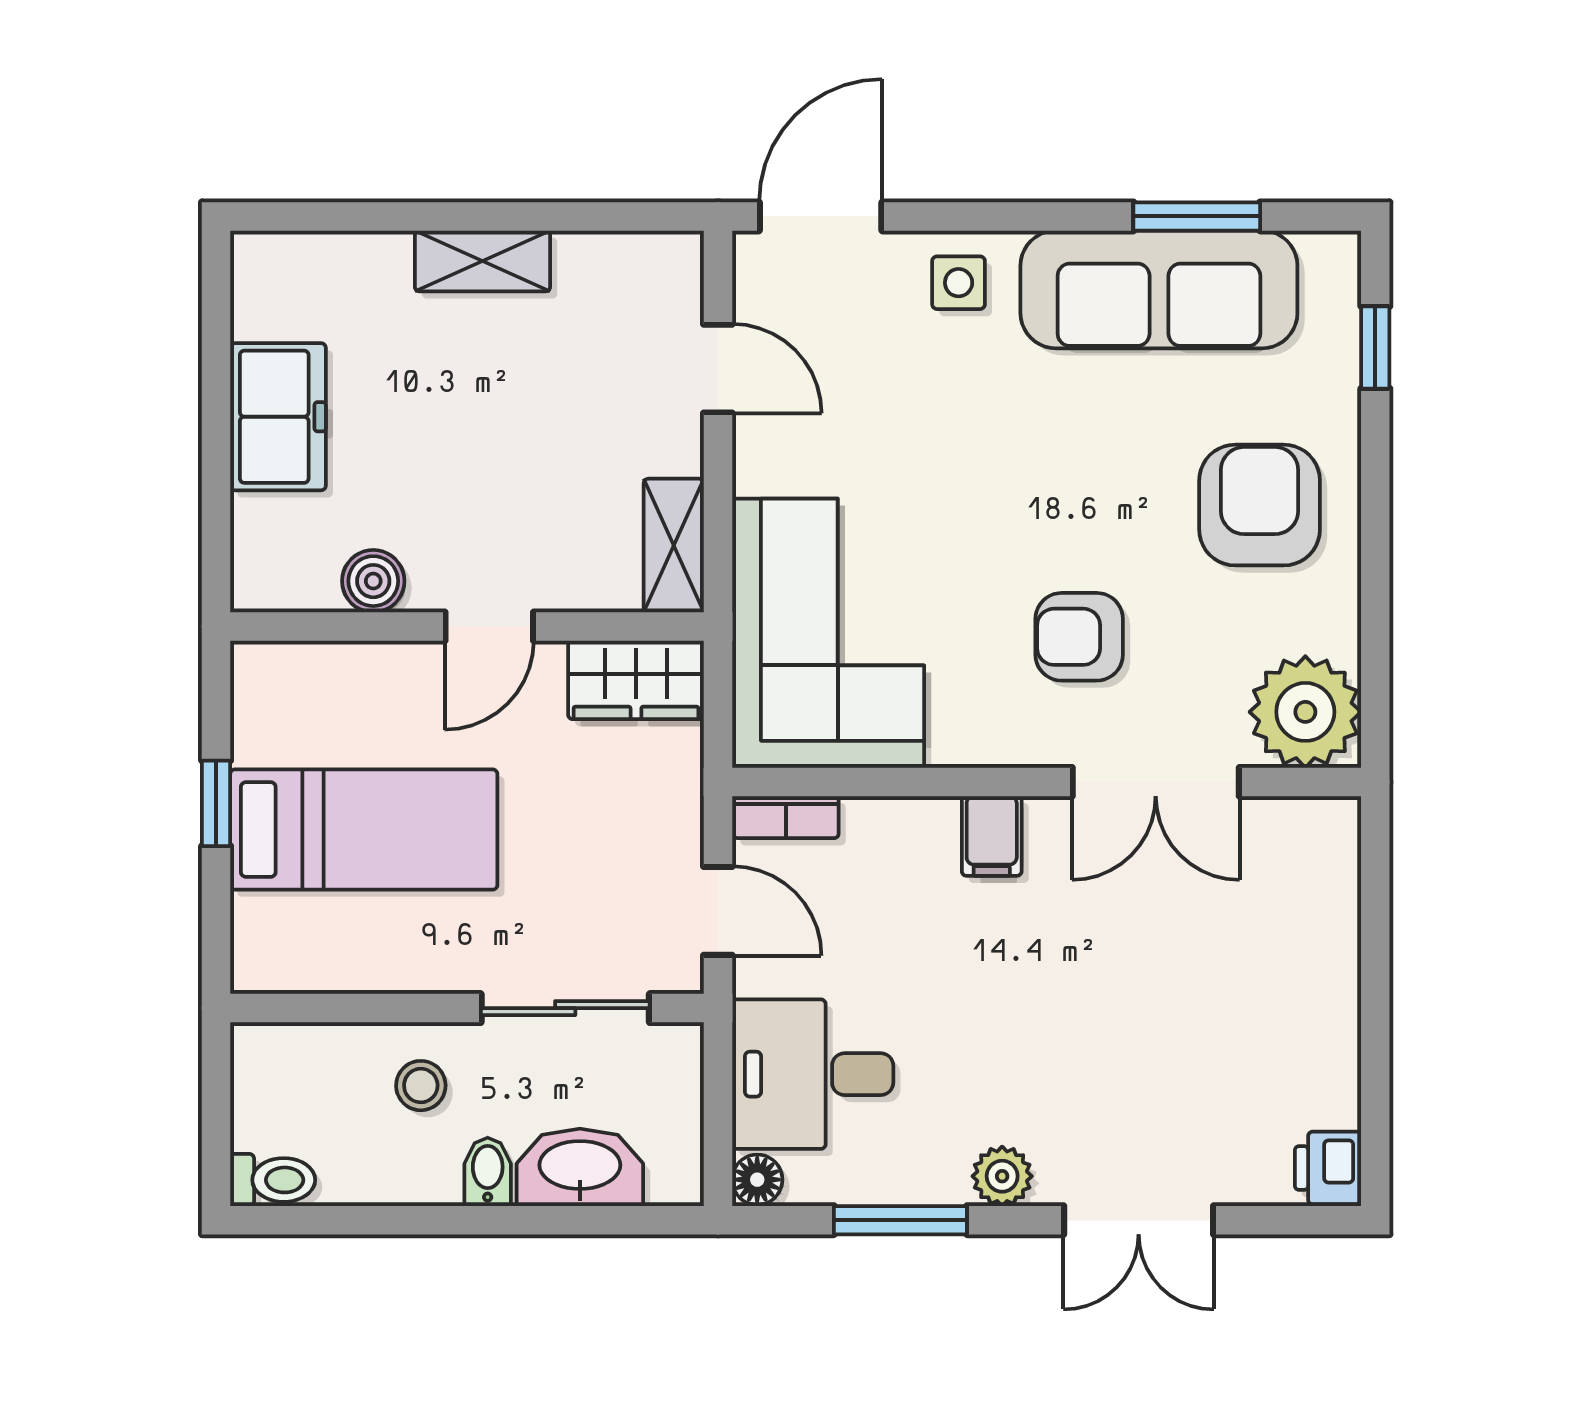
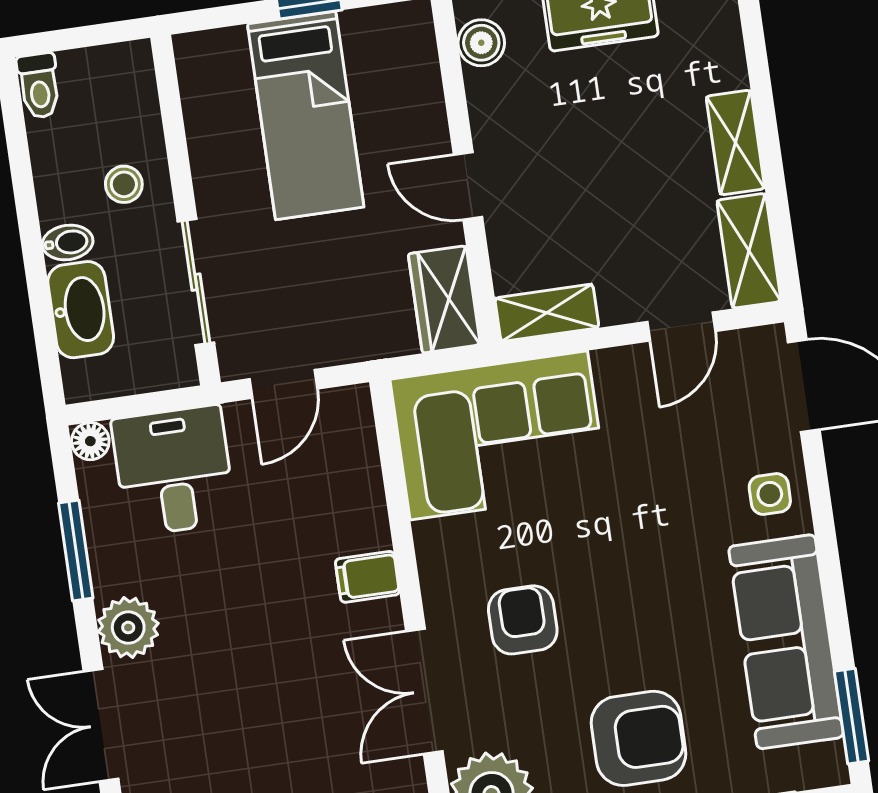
window: (1197, 216) -> (851, 716), moved
shelving: (630, 264) -> (749, 251), added
boiler: (373, 581) -> (481, 43), moved
bookcase: (786, 817) -> (359, 424), removed
plant: (1002, 1176) -> (128, 627), width x1.38, depth x1.38

